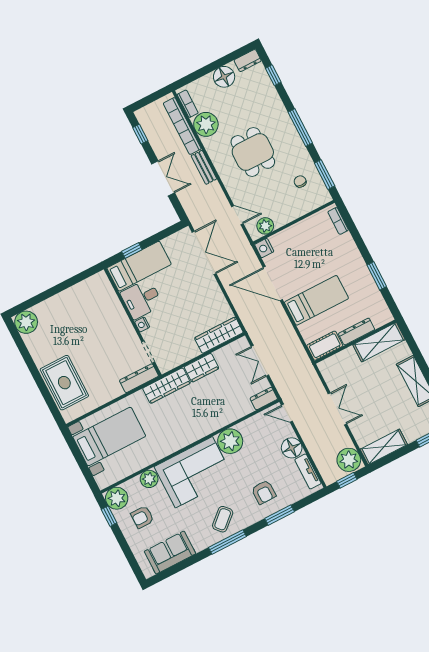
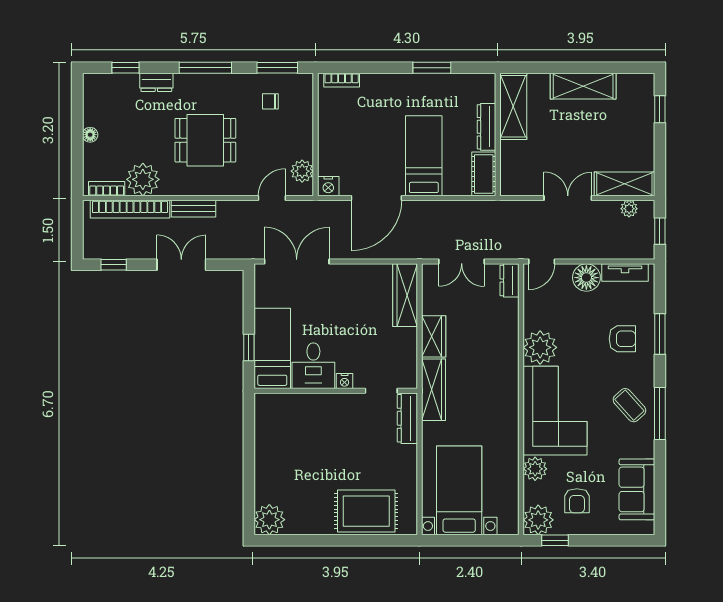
dresser: (248, 61) -> (156, 82), moved, turned 90
floor lamp: (224, 77) -> (90, 135), width x0.53, depth x0.53
shelving: (384, 447) -> (624, 184), moved, turned 90
plant: (349, 460) -> (629, 209), width x0.53, depth x0.53

